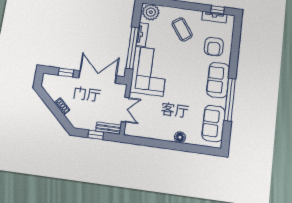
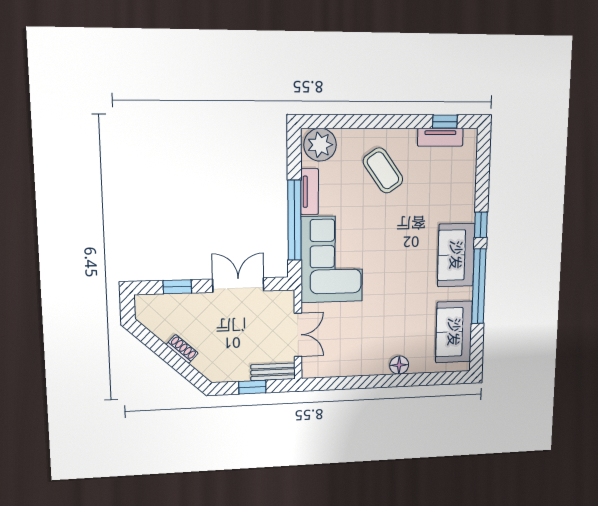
armchair: (214, 47) -> (444, 195), removed
window: (233, 66) -> (481, 225), added
double door: (98, 77) -> (238, 285), width x0.73

